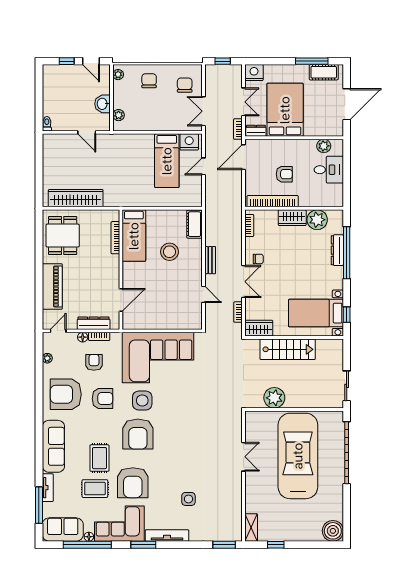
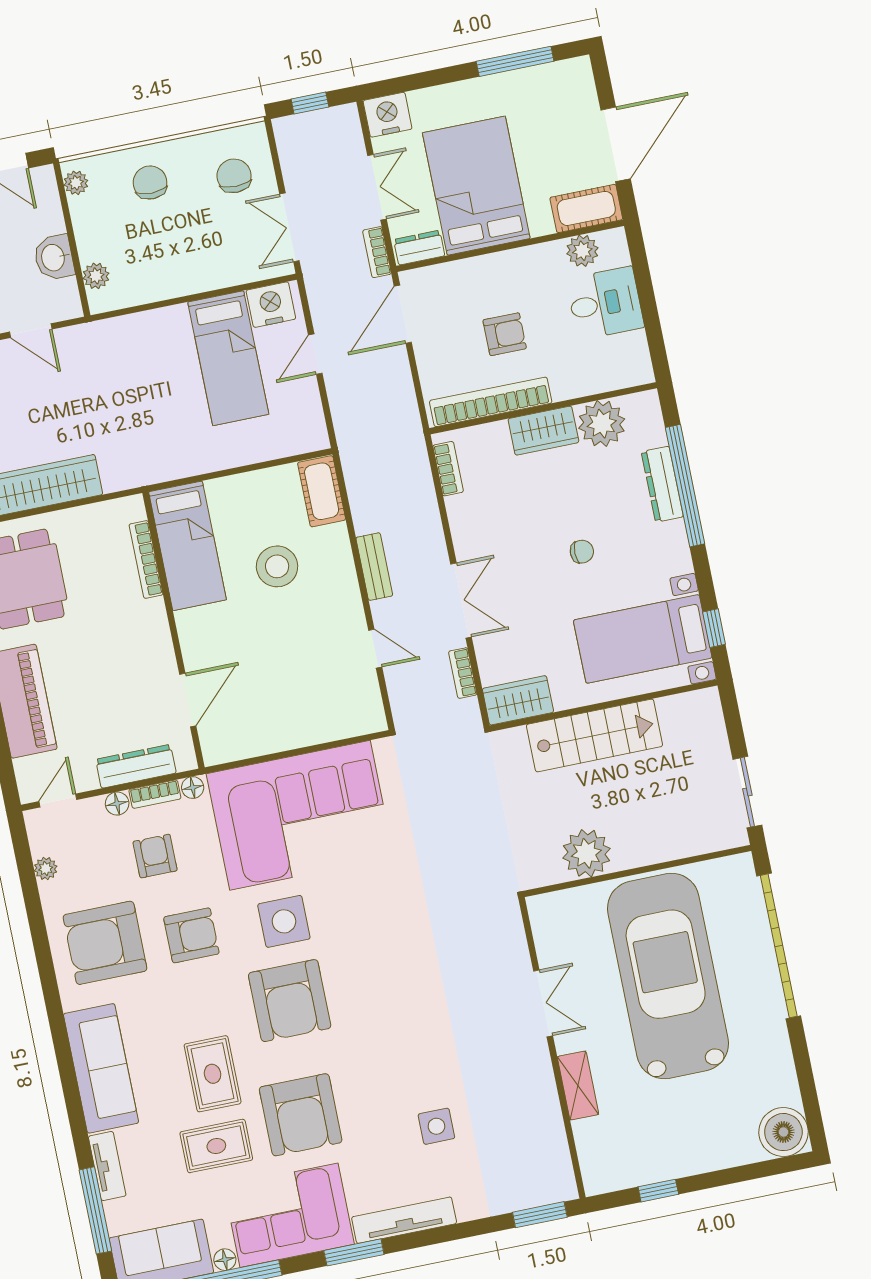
cot: (324, 72) -> (586, 208), moved
chair: (258, 259) -> (582, 552), moved
floor lamp: (115, 337) -> (193, 788), added
shelving: (251, 527) -> (578, 1086), moved

